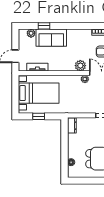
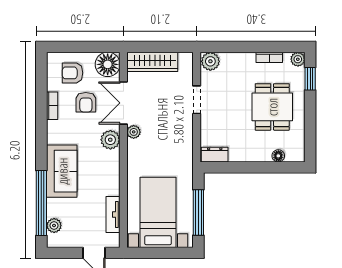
window: (44, 26) -> (41, 203), width x3.17
sofa: (51, 38) -> (62, 171), moved
window: (39, 116) -> (198, 212), width x2.17

